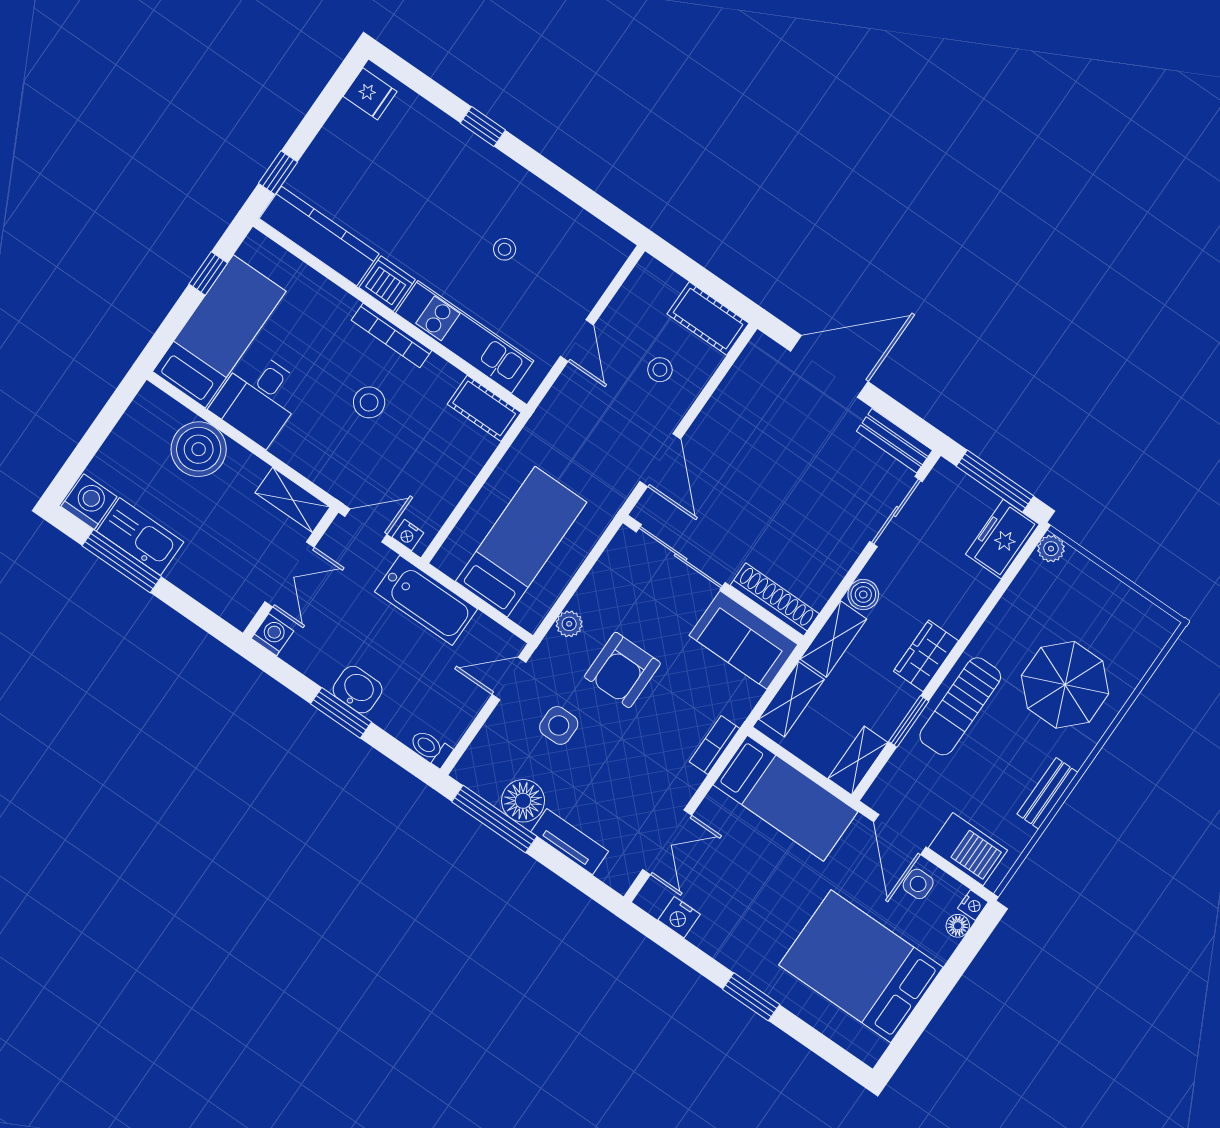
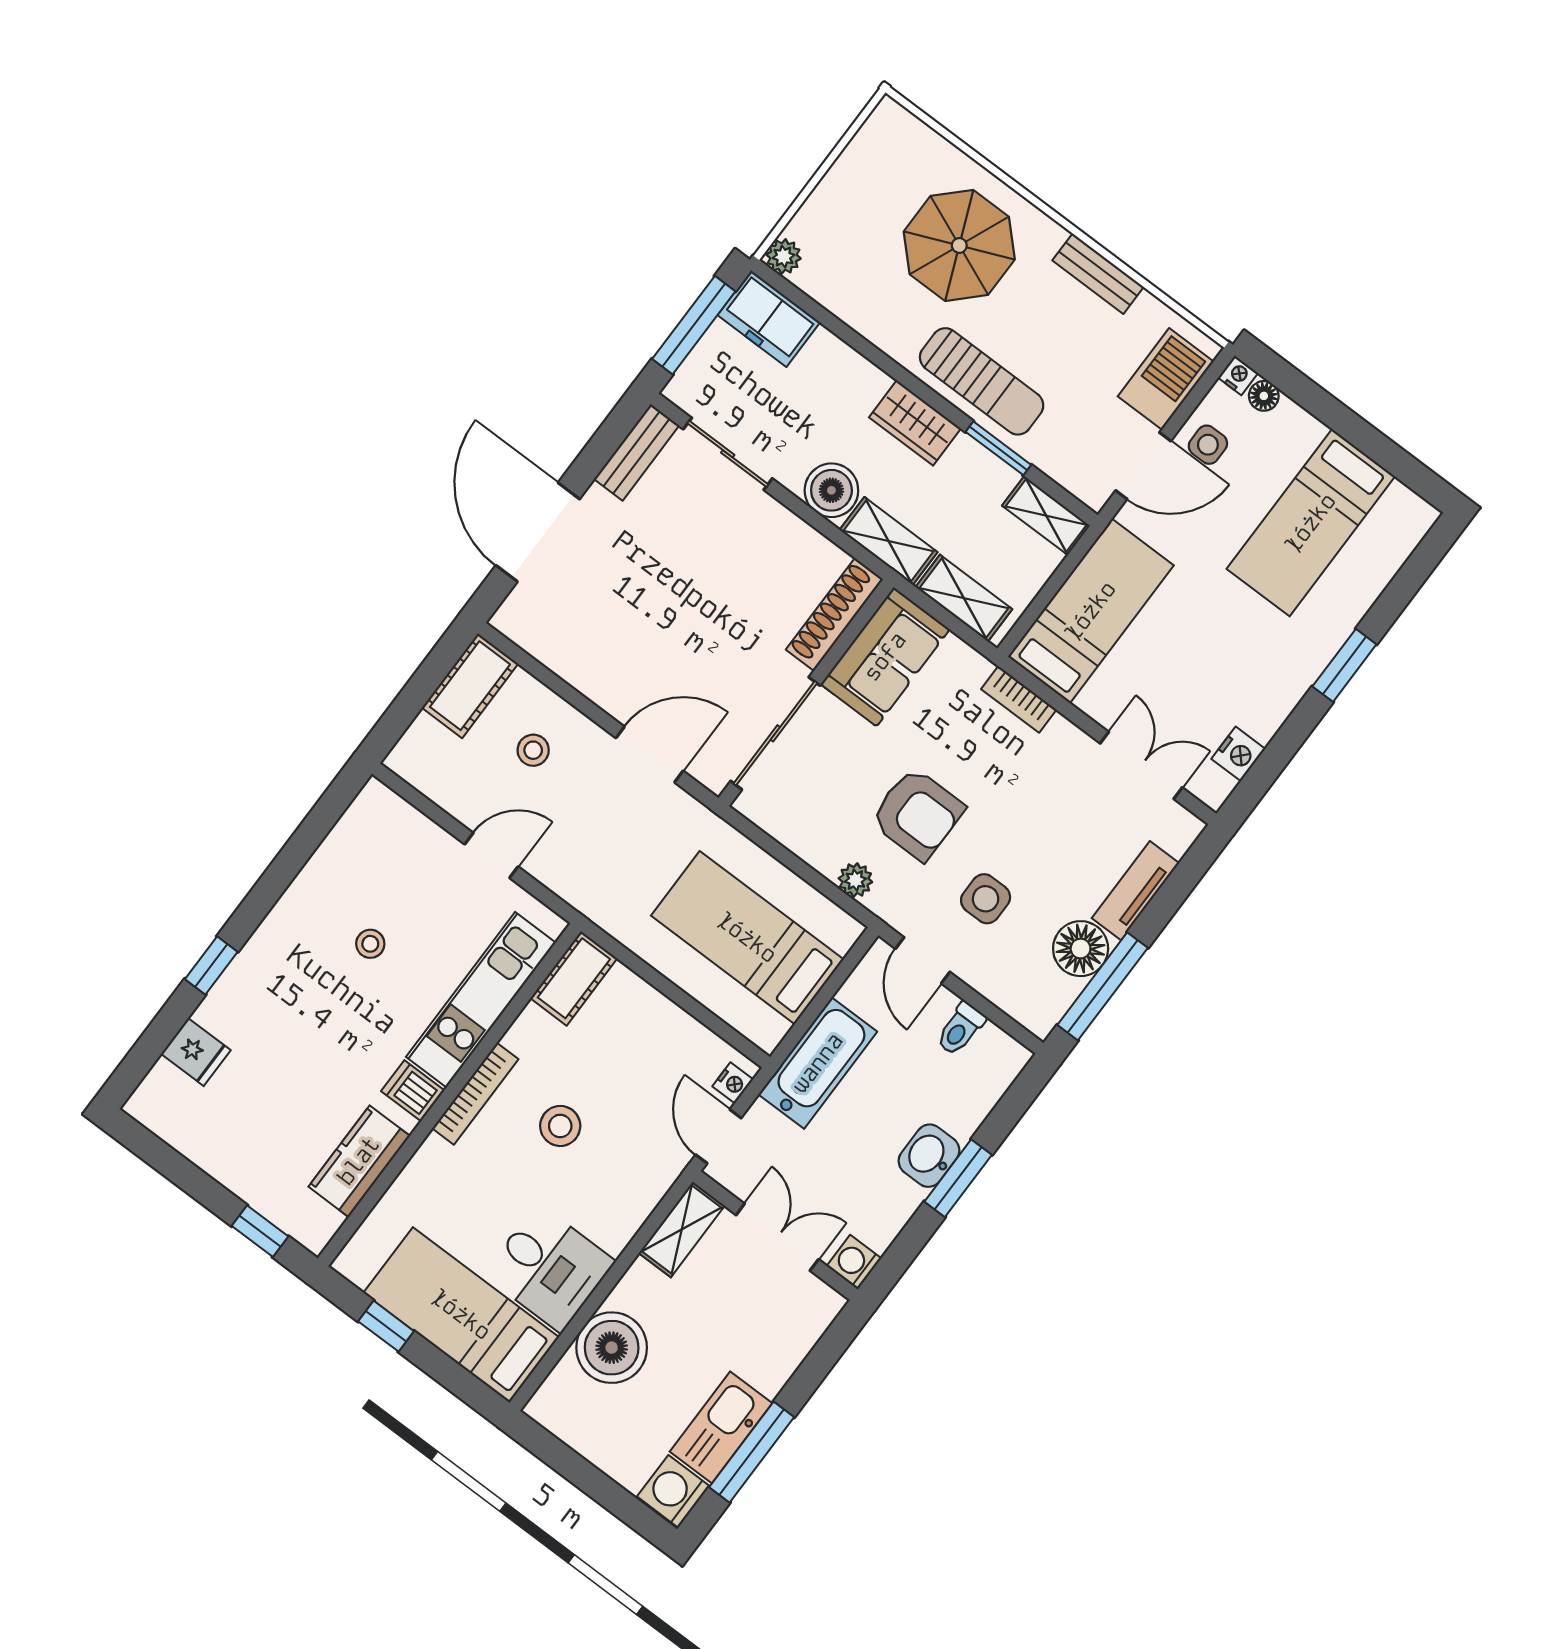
fridge: (370, 94) -> (196, 1052), moved, turned 90
kitchen counter: (319, 236) -> (359, 1161), width x0.67
dishwasher: (387, 284) -> (413, 1091), width x0.73
boiler: (863, 595) -> (831, 490), width x1.36, depth x1.36
toilet: (431, 748) -> (960, 1029), moved
bed: (861, 966) -> (1311, 523), width x0.67

